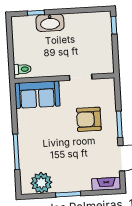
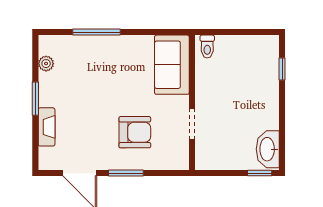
washbasin: (50, 23) -> (268, 149), moved
armchair: (89, 119) -> (135, 132), turned 90
plant: (41, 183) -> (46, 64), width x0.53, depth x0.53
fireplace: (106, 184) -> (47, 127), moved

